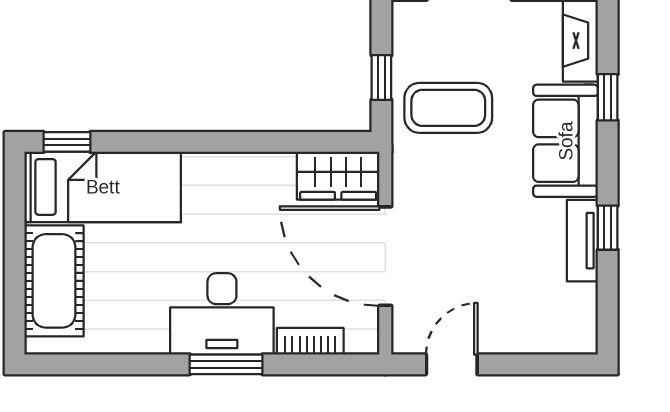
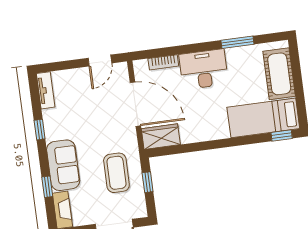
coffee table: (448, 108) -> (116, 173), turned 90
tv unit: (582, 241) -> (46, 90), moved
window: (226, 364) -> (237, 42), moved

